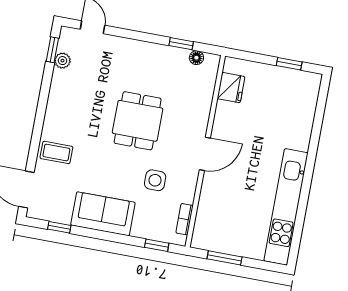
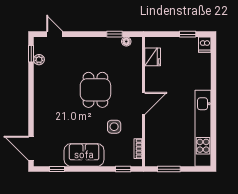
dishwasher: (312, 84) -> (205, 45), added
coffee table: (56, 152) -> (46, 120), removed

